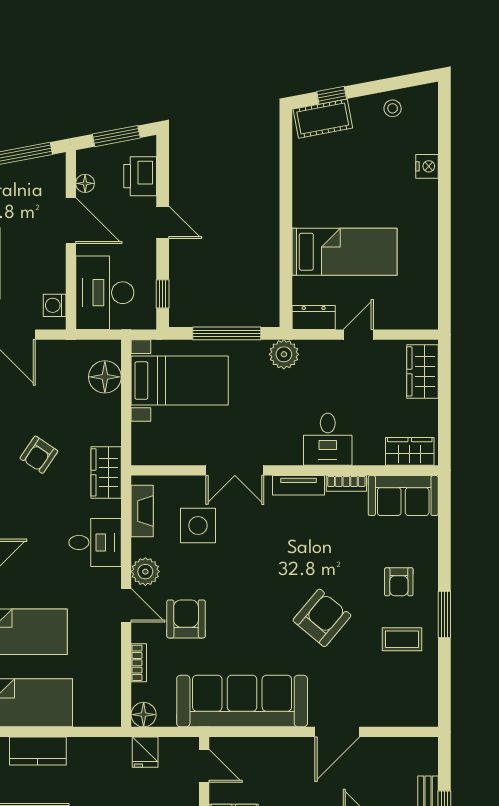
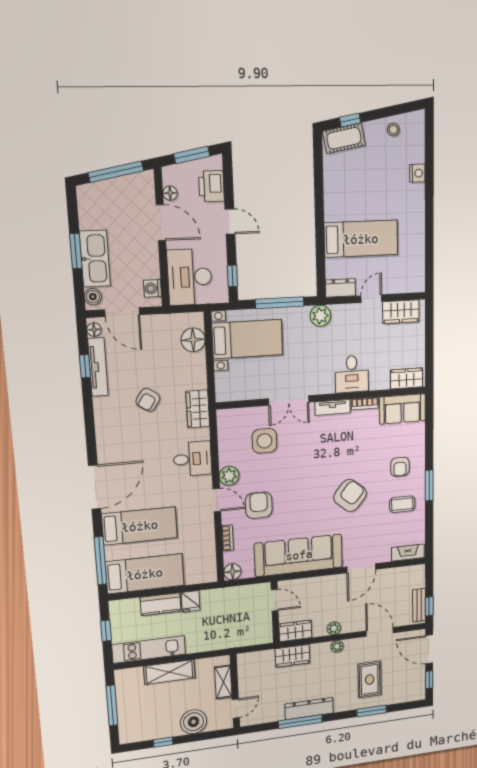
wardrobe: (422, 371) -> (401, 312), moved, turned -90
fireplace: (142, 511) -> (408, 553), moved, turned -90
fridge: (145, 752) -> (191, 601), moved

